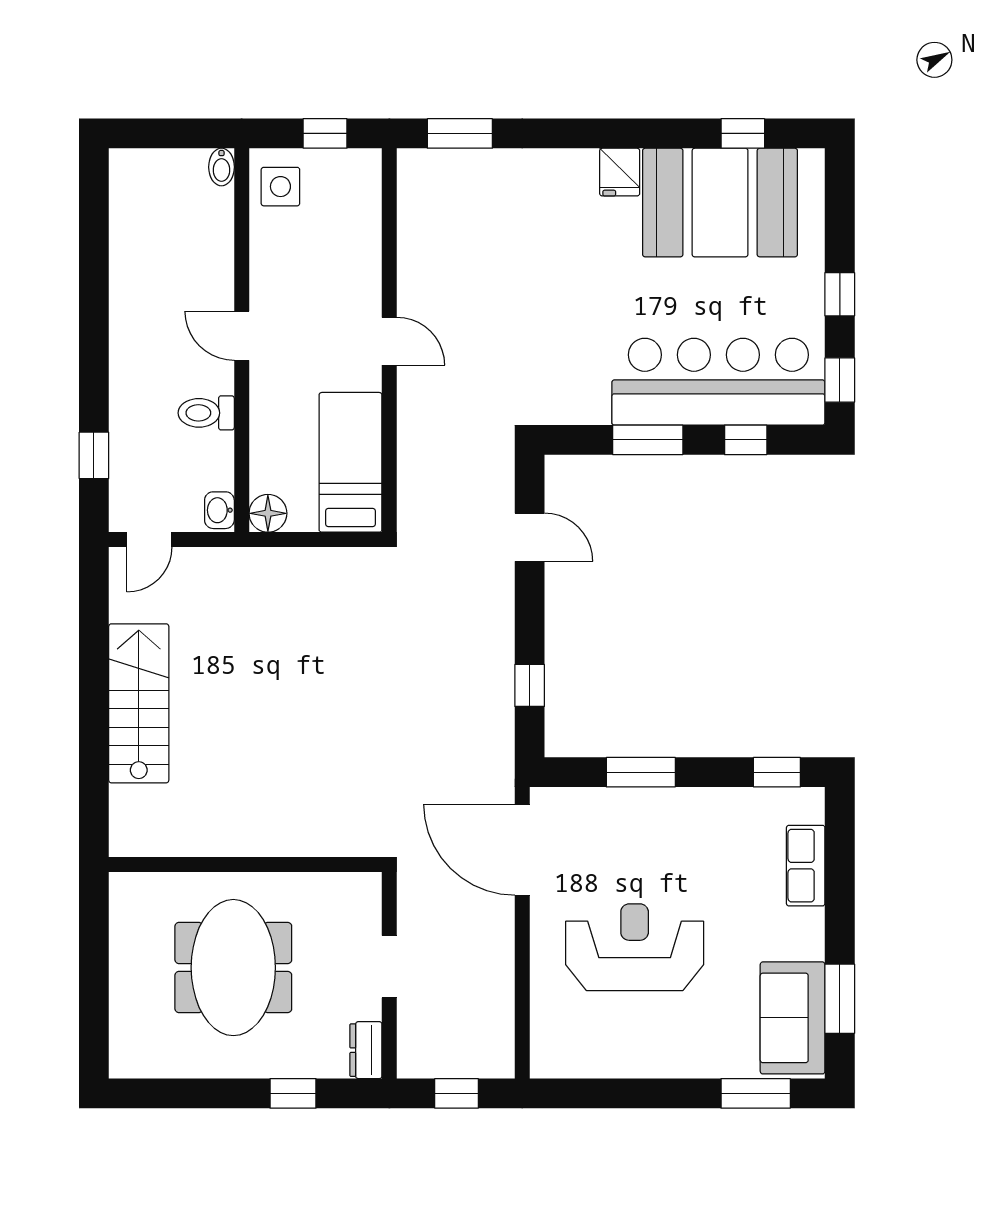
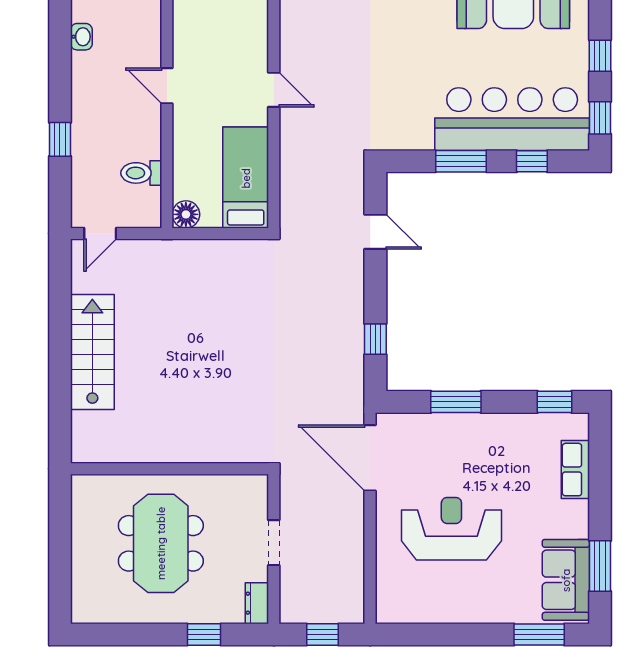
toilet: (206, 413) -> (141, 173), moved
window: (94, 455) -> (60, 139), moved
washbasin: (219, 510) -> (81, 37), moved, turned 180

